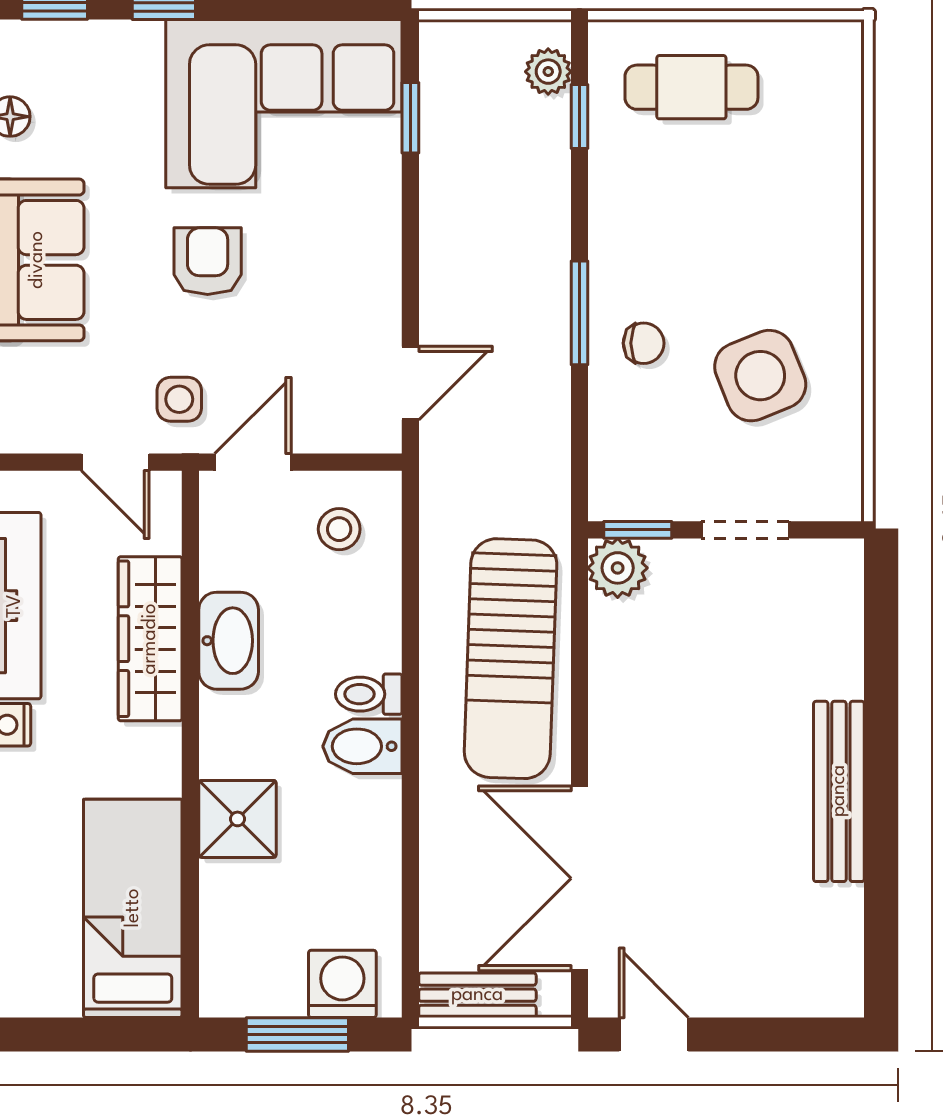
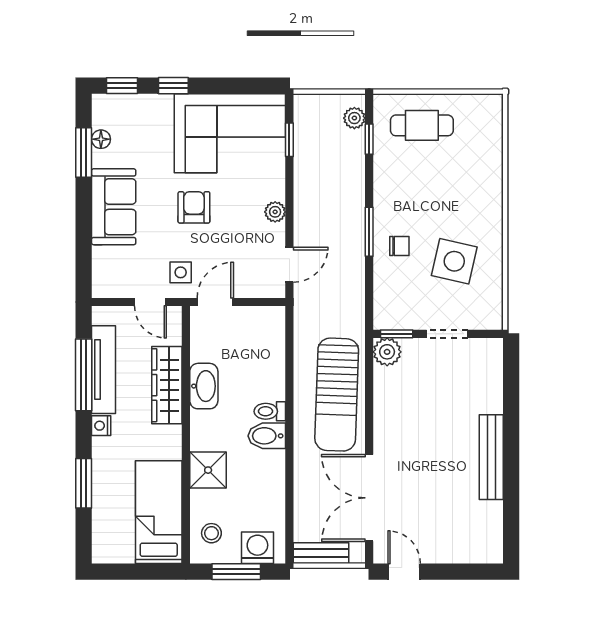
plant: (380, 271) -> (275, 212), added
side table: (760, 376) -> (454, 261), turned 35
stool: (339, 529) -> (211, 533), moved

